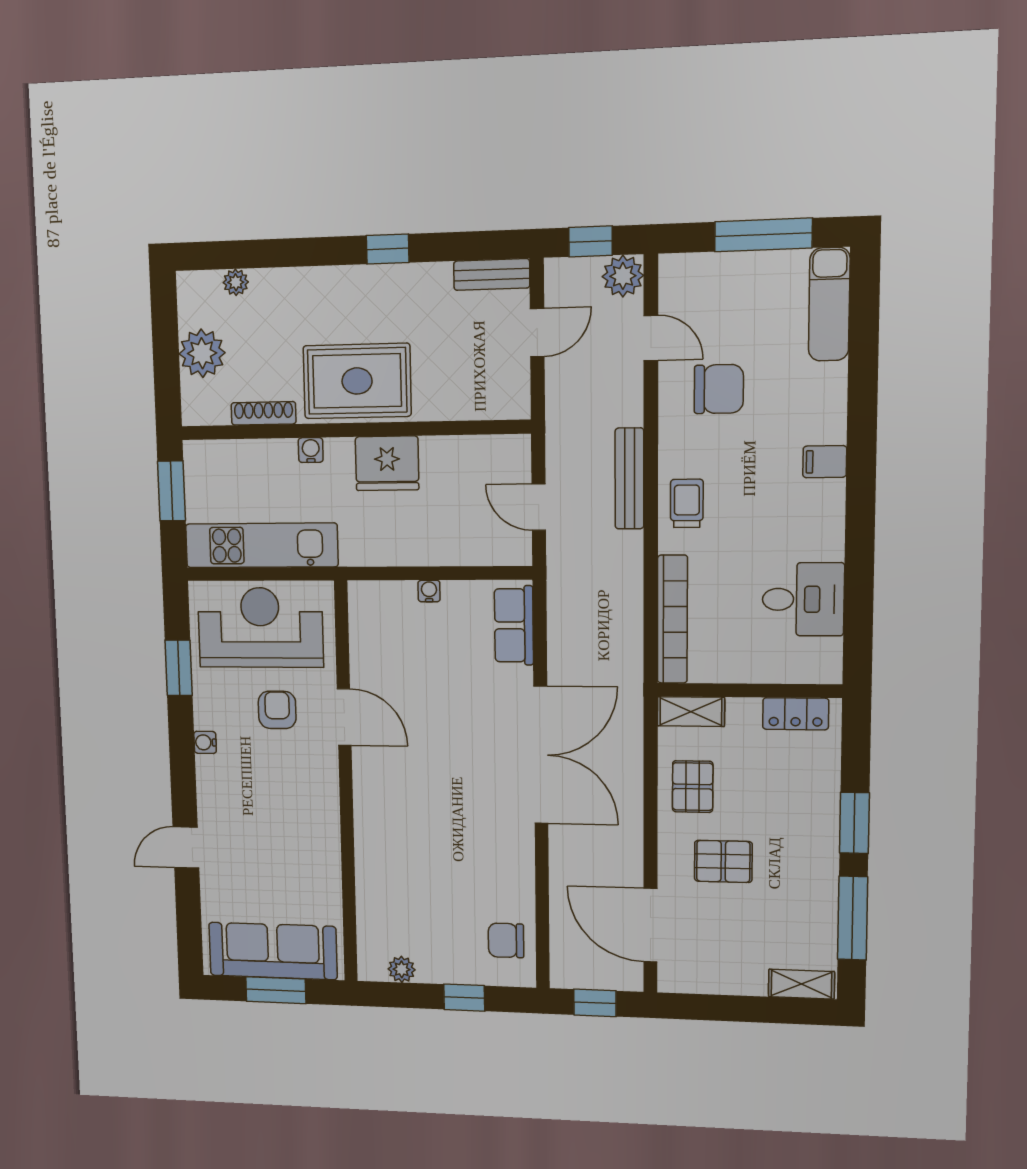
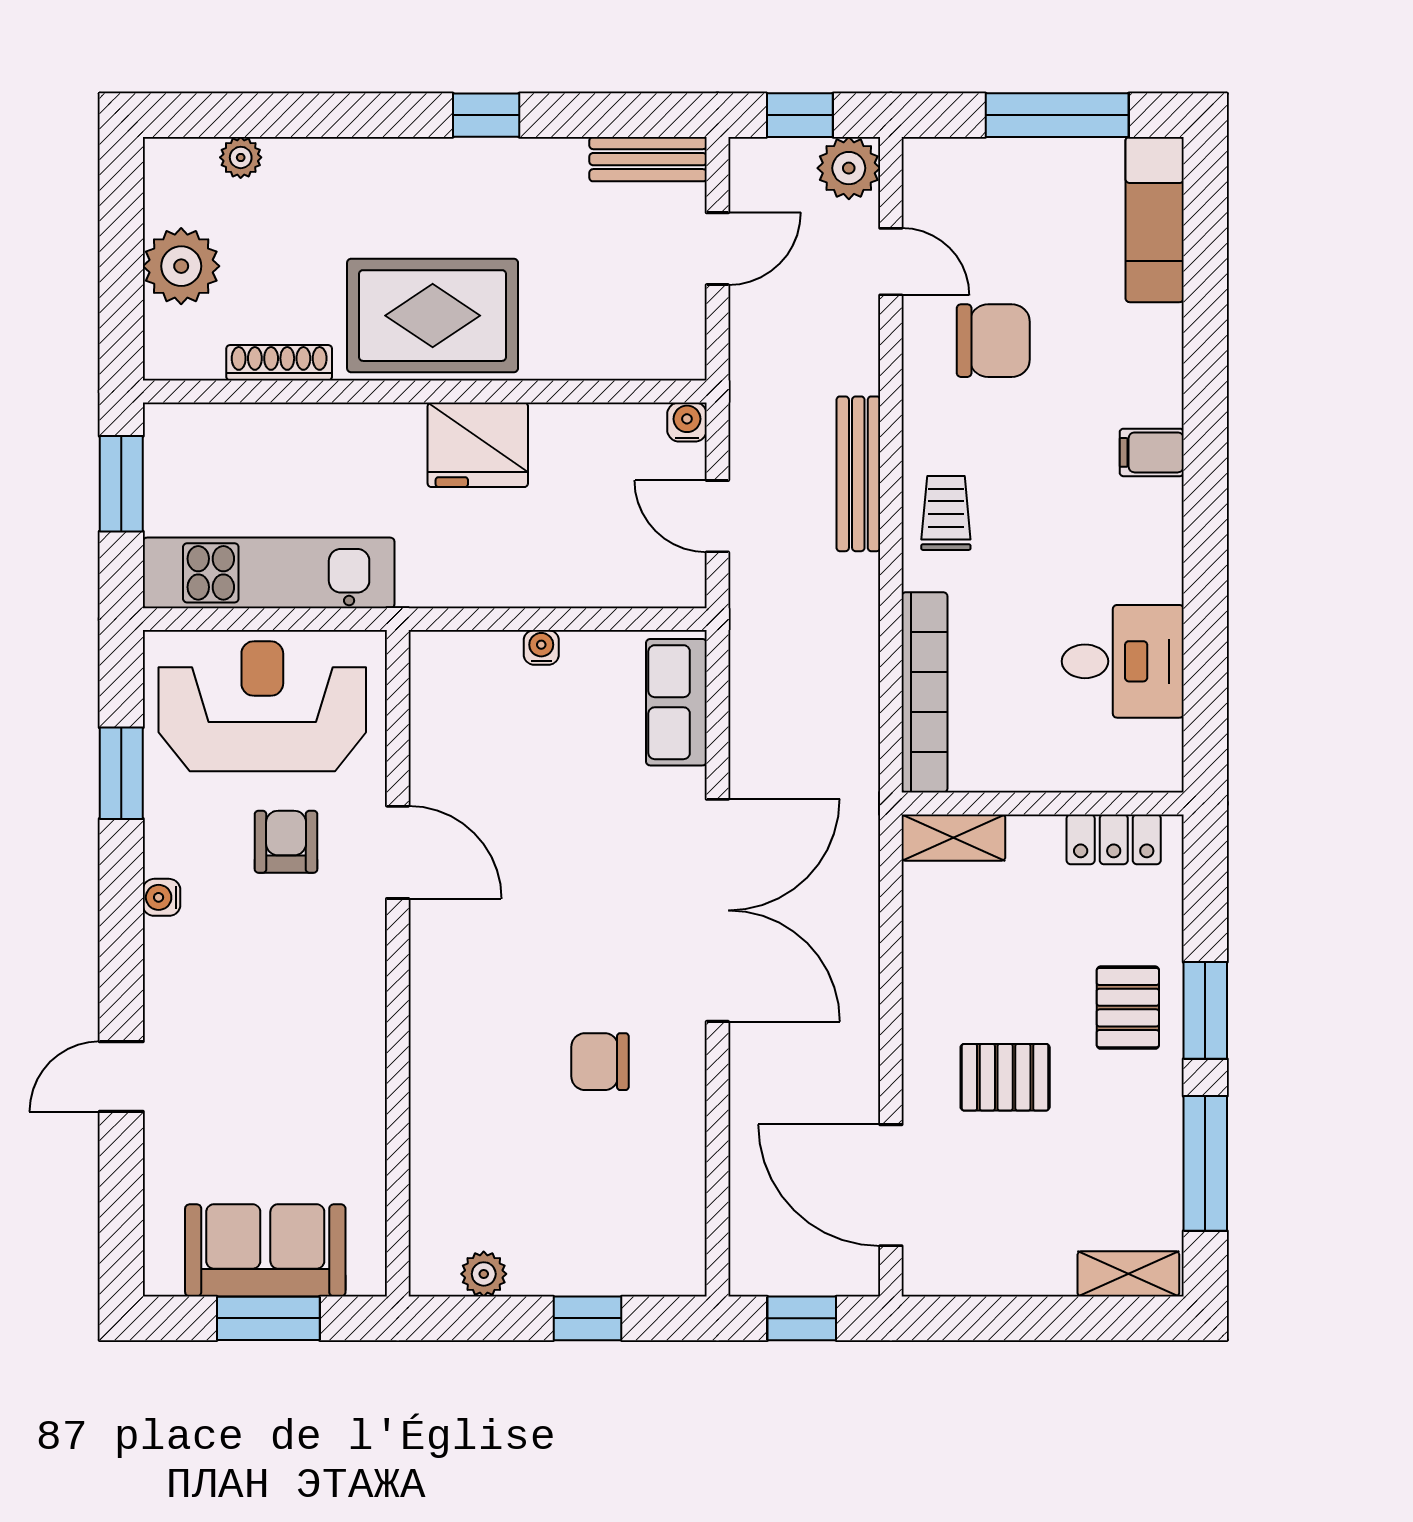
water cooler: (311, 450) -> (687, 422), moved
pallet: (693, 787) -> (1128, 1008), moved
chair: (506, 940) -> (600, 1062), moved
sofa: (273, 951) -> (265, 1250), width x0.73

